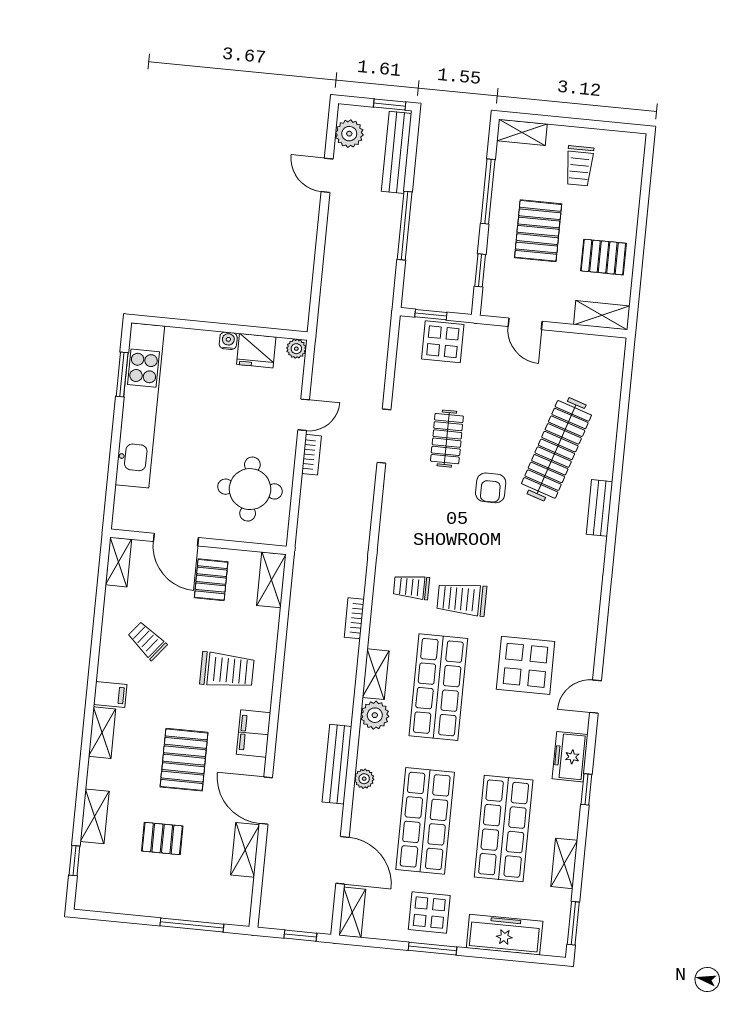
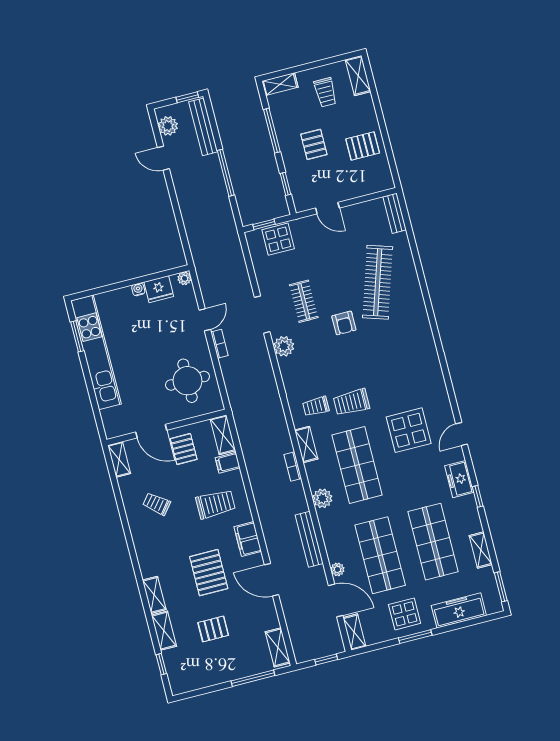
pallet: (538, 231) -> (314, 144), width x0.67, depth x0.71
shelving: (602, 315) -> (358, 76), moved, turned 90
plant: (398, 490) -> (284, 346), added
bench: (600, 508) -> (395, 213), moved
bookcase: (354, 618) -> (293, 466), moved
shelving: (376, 674) -> (306, 444), moved
filing cabinet: (110, 695) -> (228, 463), moved, turned 180
shelving: (102, 733) -> (154, 595), moved
plant: (364, 779) -> (337, 569), moved
shelving: (245, 850) -> (278, 647), moved

